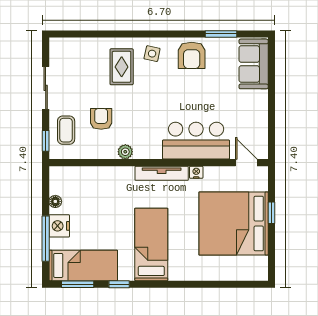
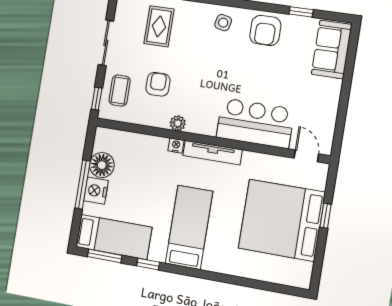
window: (221, 34) -> (301, 12), width x0.67
rug: (122, 67) -> (159, 26), moved
nightstand: (196, 172) -> (176, 145), moved
floor lamp: (55, 201) -> (102, 165), width x1.89, depth x1.89
window: (46, 239) -> (83, 184), moved

